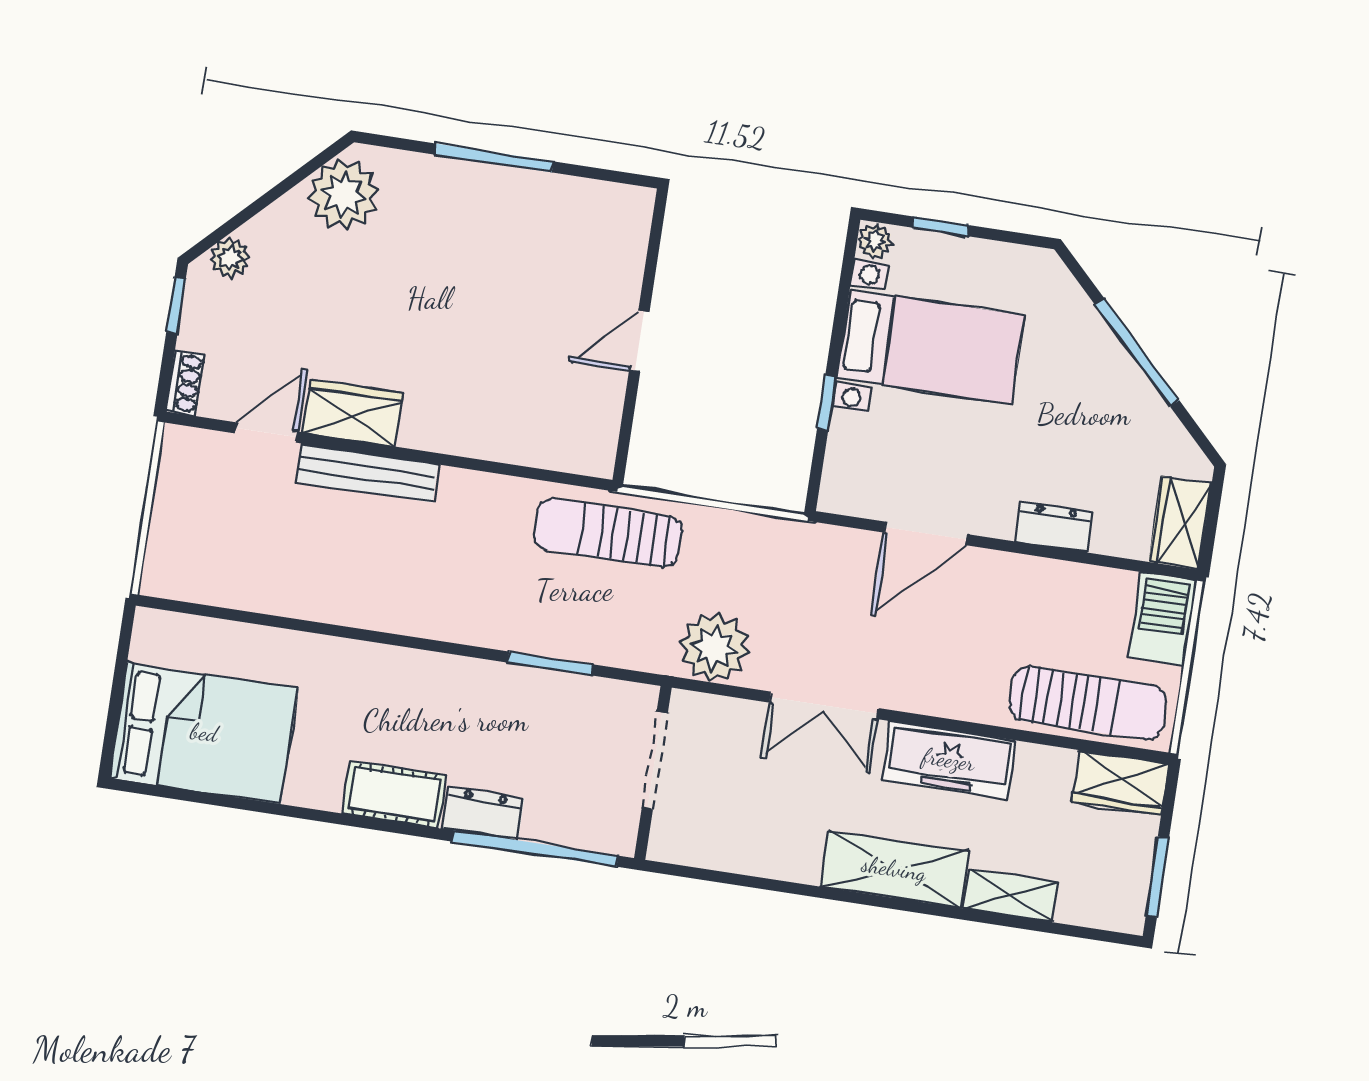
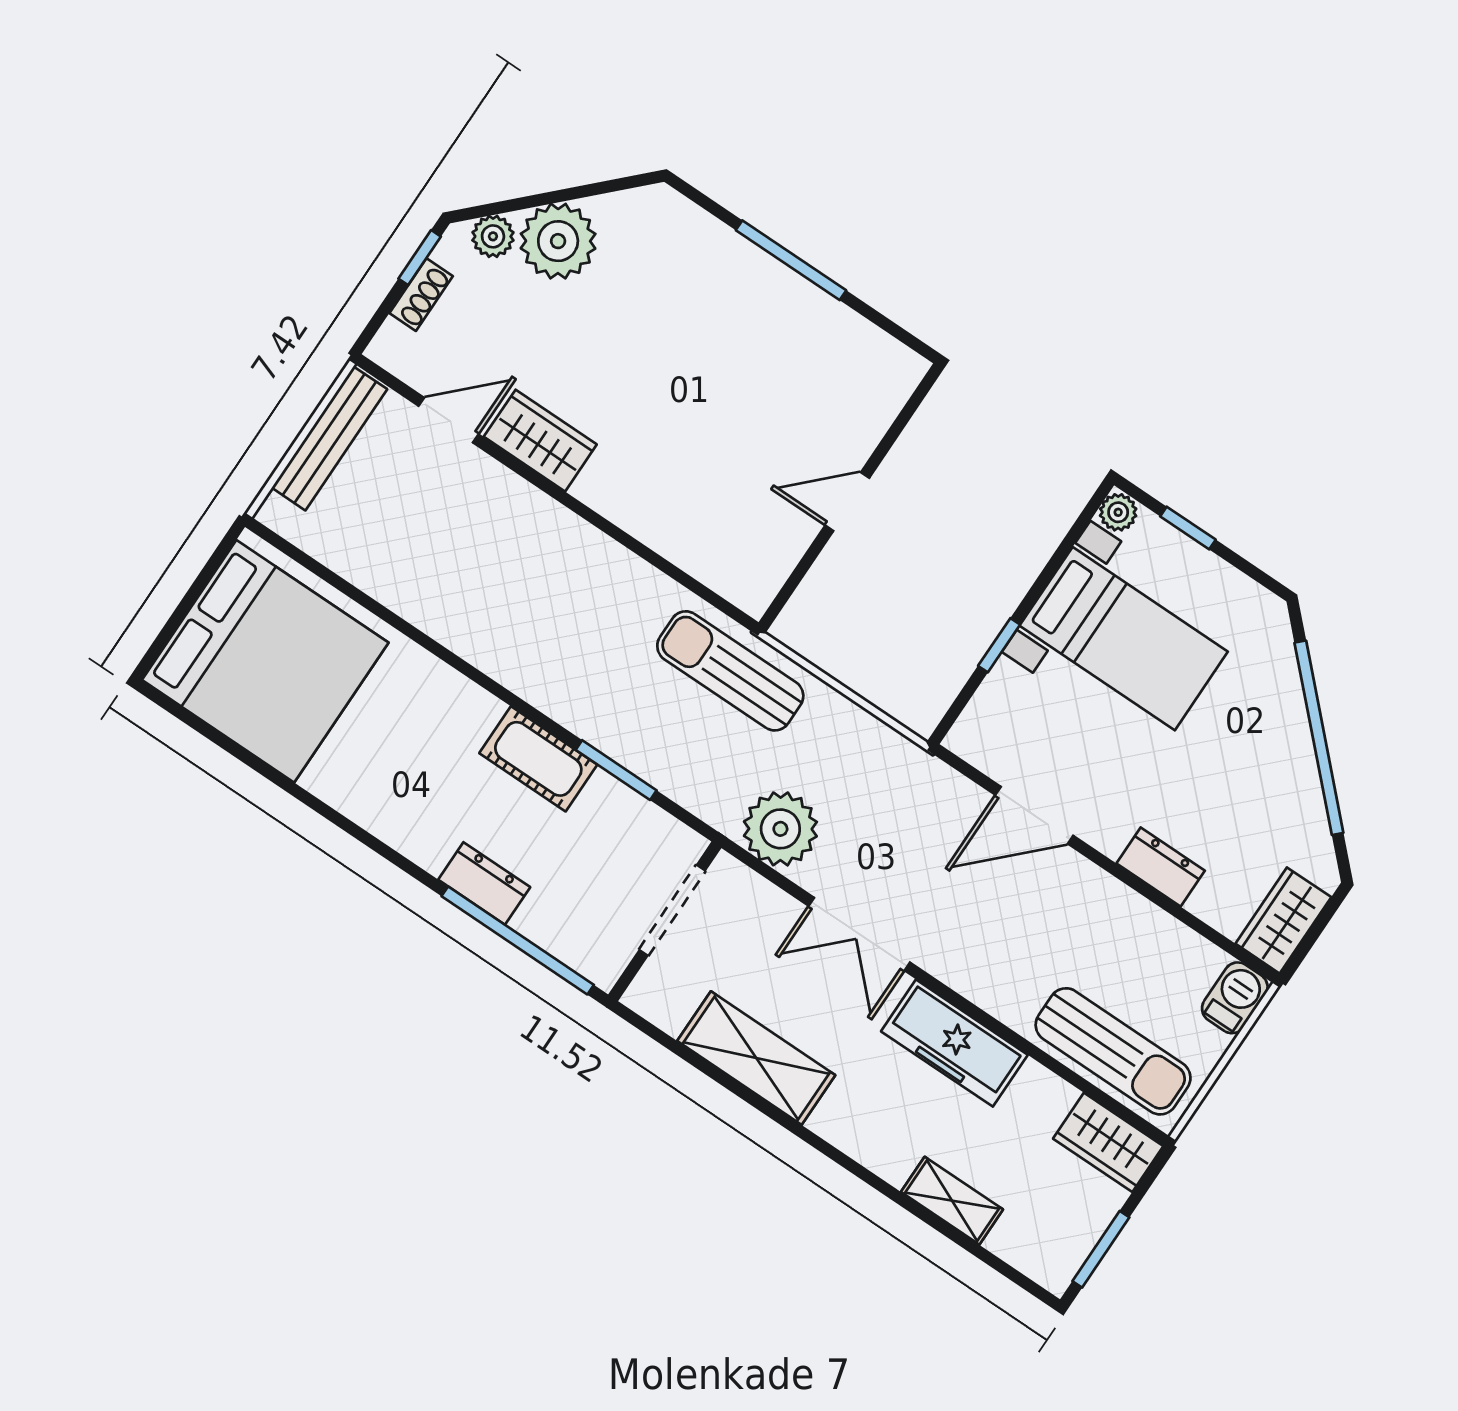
plant: (344, 194) -> (558, 241), moved
window: (1137, 352) -> (1319, 738), width x1.46
shoe rack: (185, 383) -> (421, 295), moved
bench: (367, 473) -> (329, 438), moved, turned 90
barbecue: (1163, 619) -> (1235, 998), width x0.73, depth x0.79
bed: (204, 733) -> (265, 661), width x1.36
cot: (394, 794) -> (538, 759), moved
shelving: (894, 869) -> (756, 1058), moved

